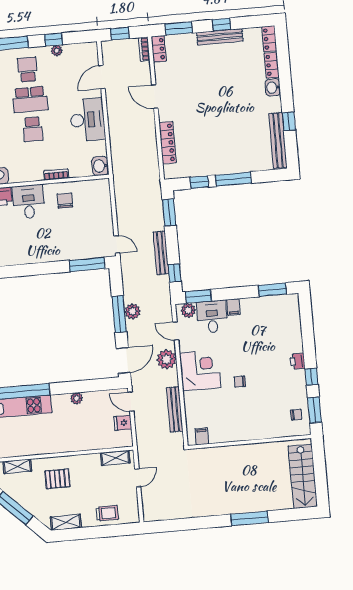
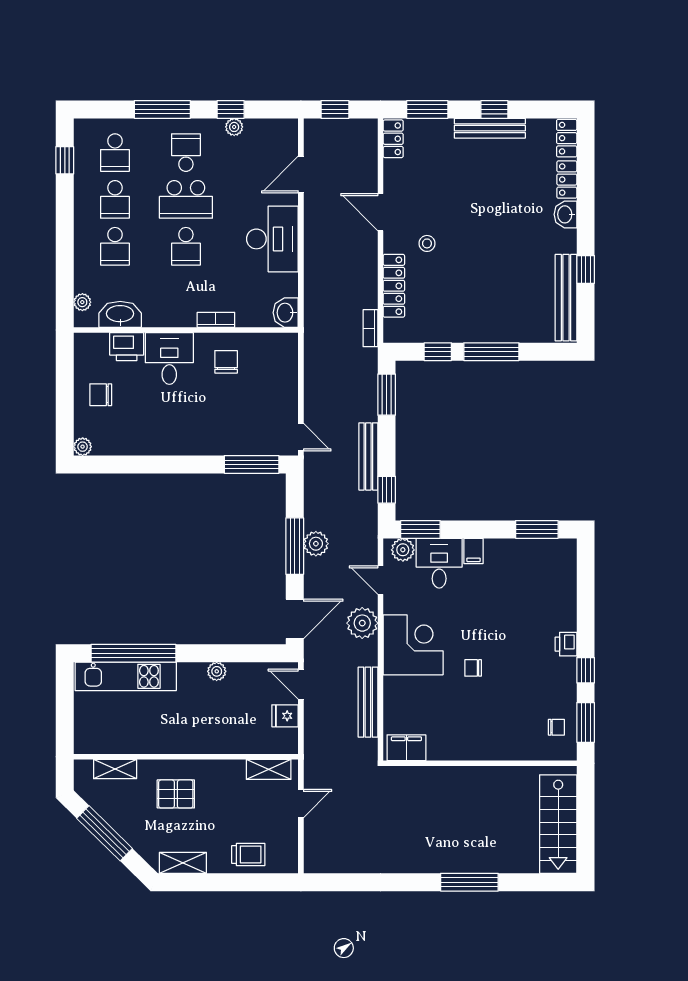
bookcase: (144, 49) -> (370, 328), moved
stool: (186, 114) -> (427, 243), added
filing cabinet: (202, 436) -> (406, 748), width x2.00

